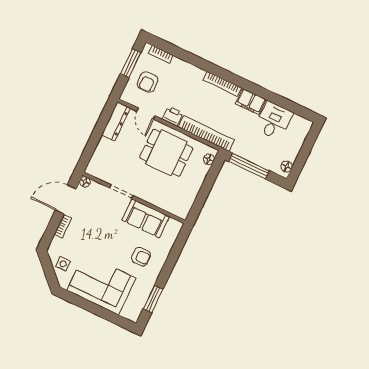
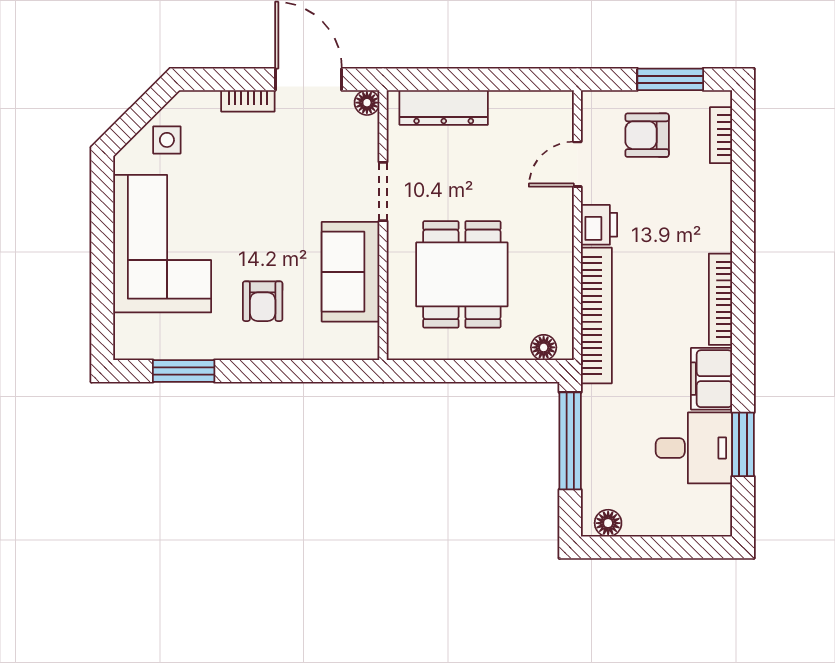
window: (281, 102) -> (743, 444), added
dresser: (116, 121) -> (444, 108), moved
dining table: (166, 153) -> (462, 274), moved

